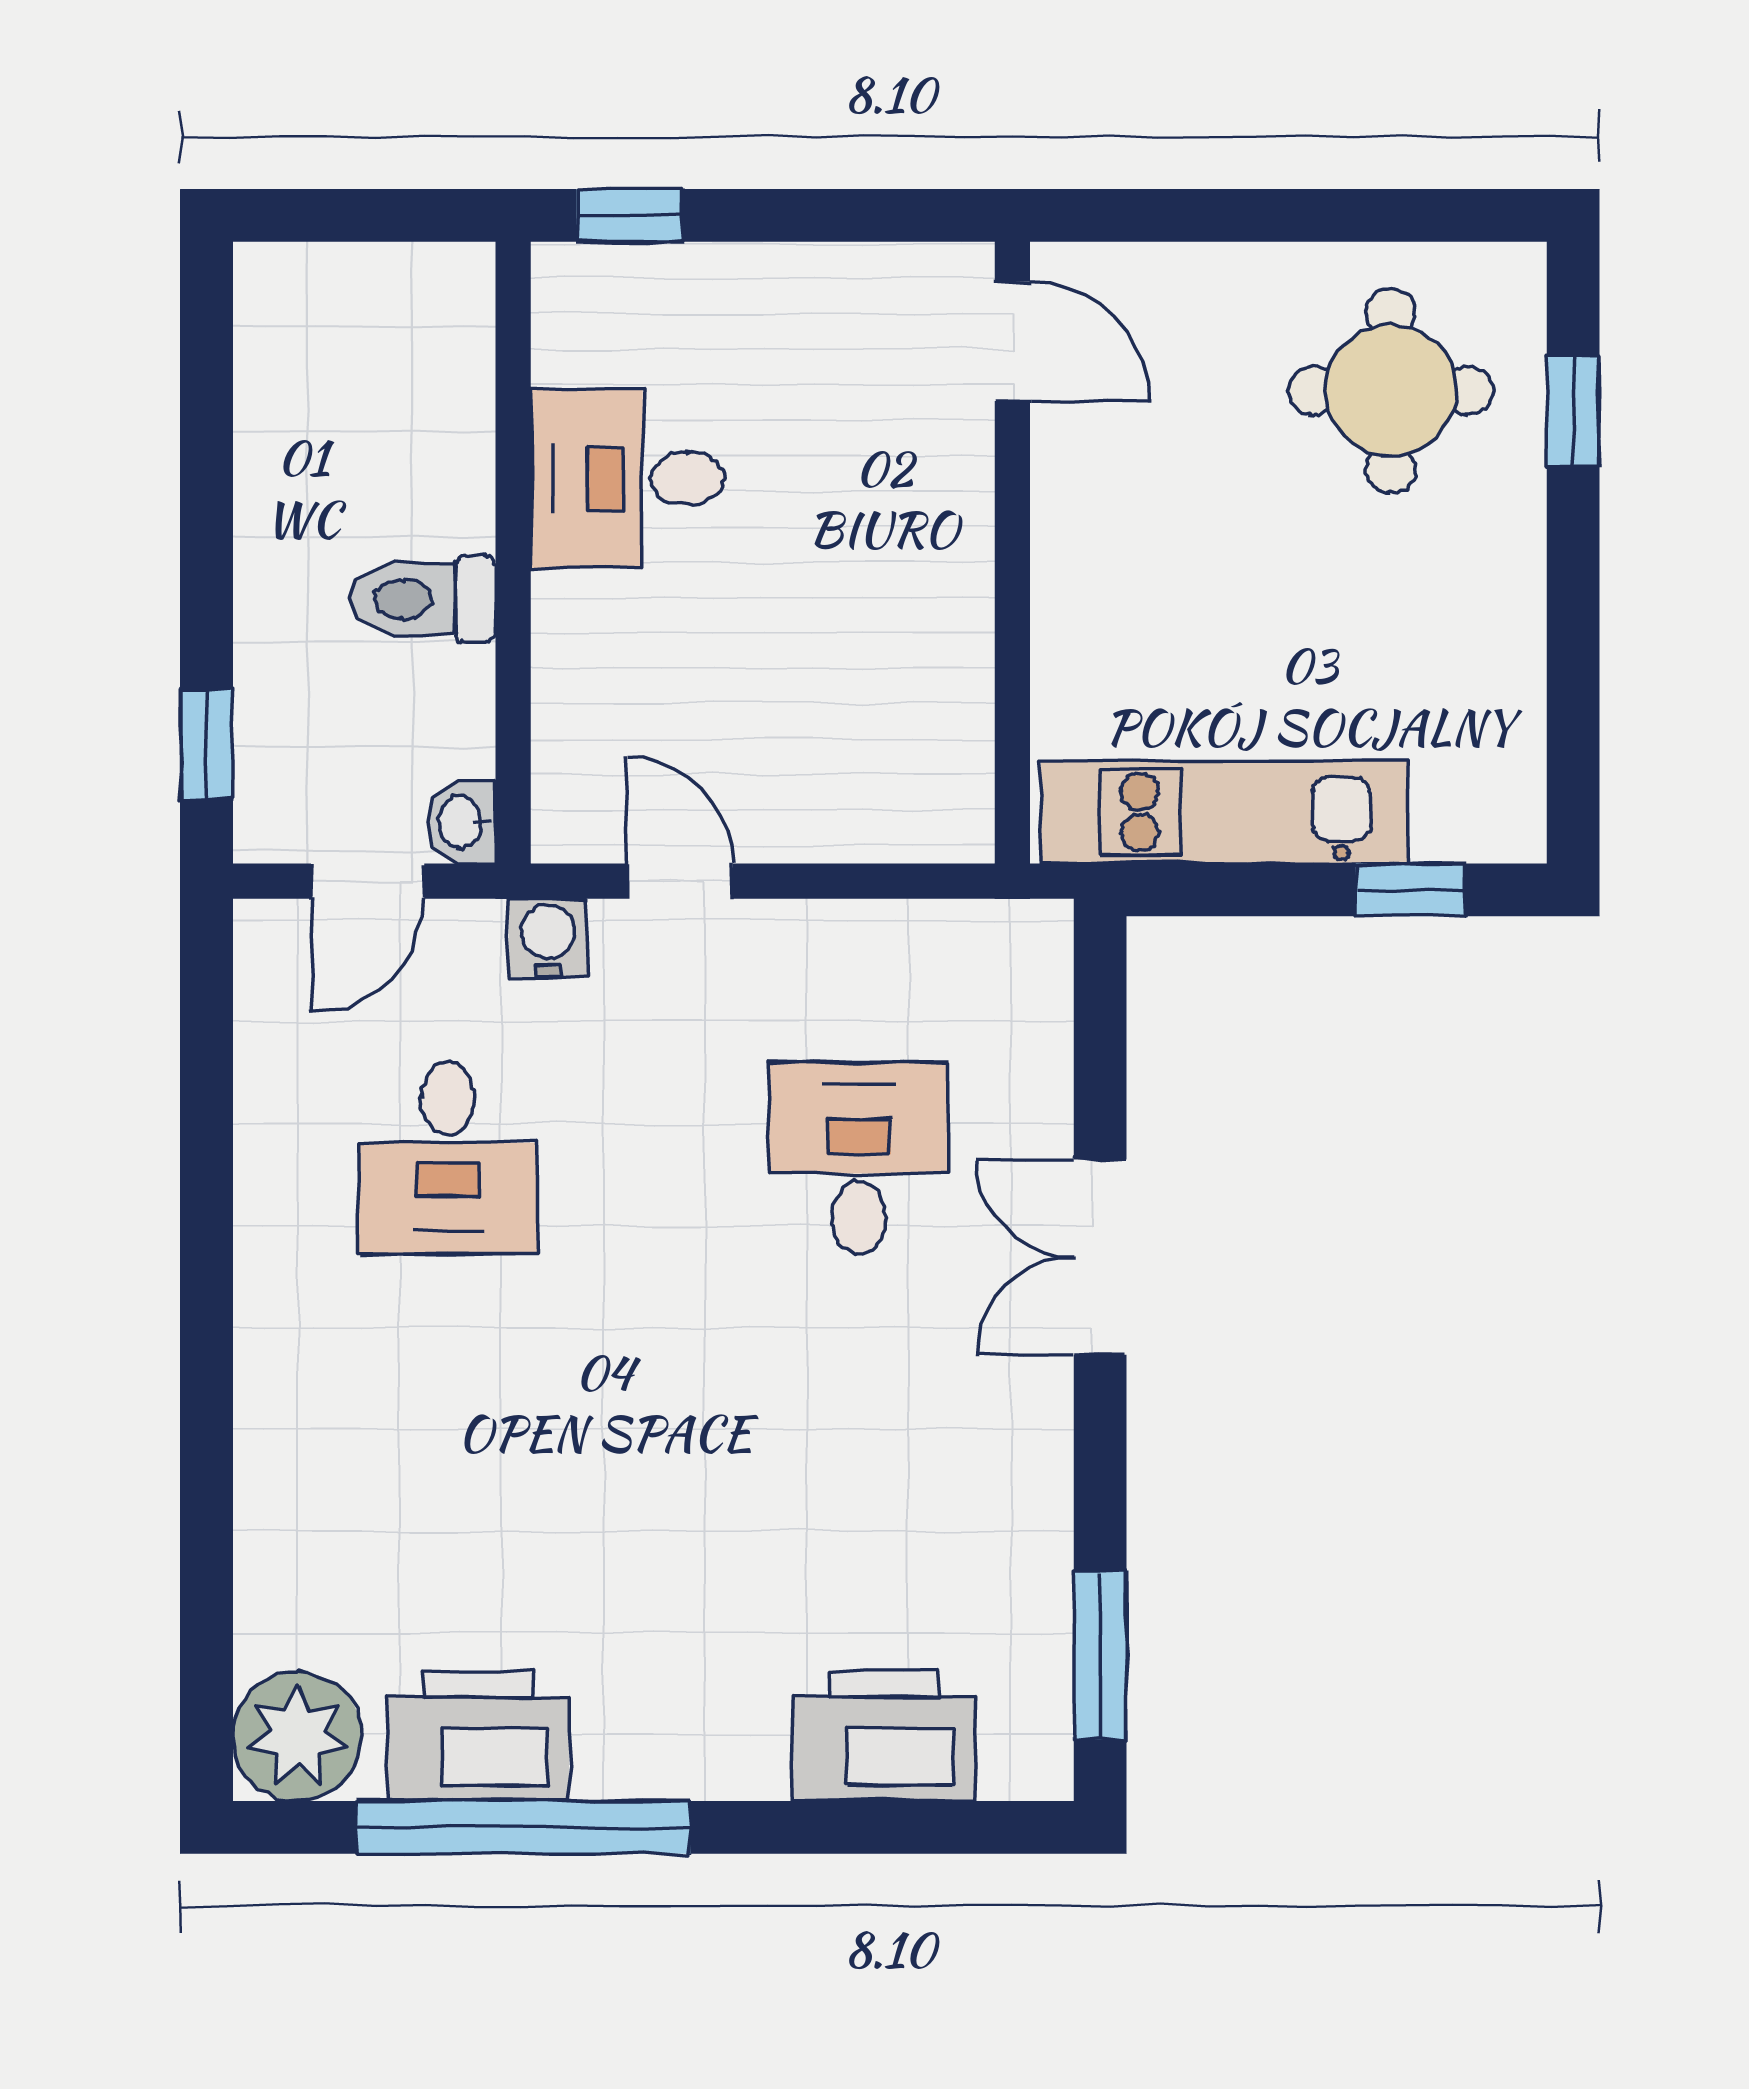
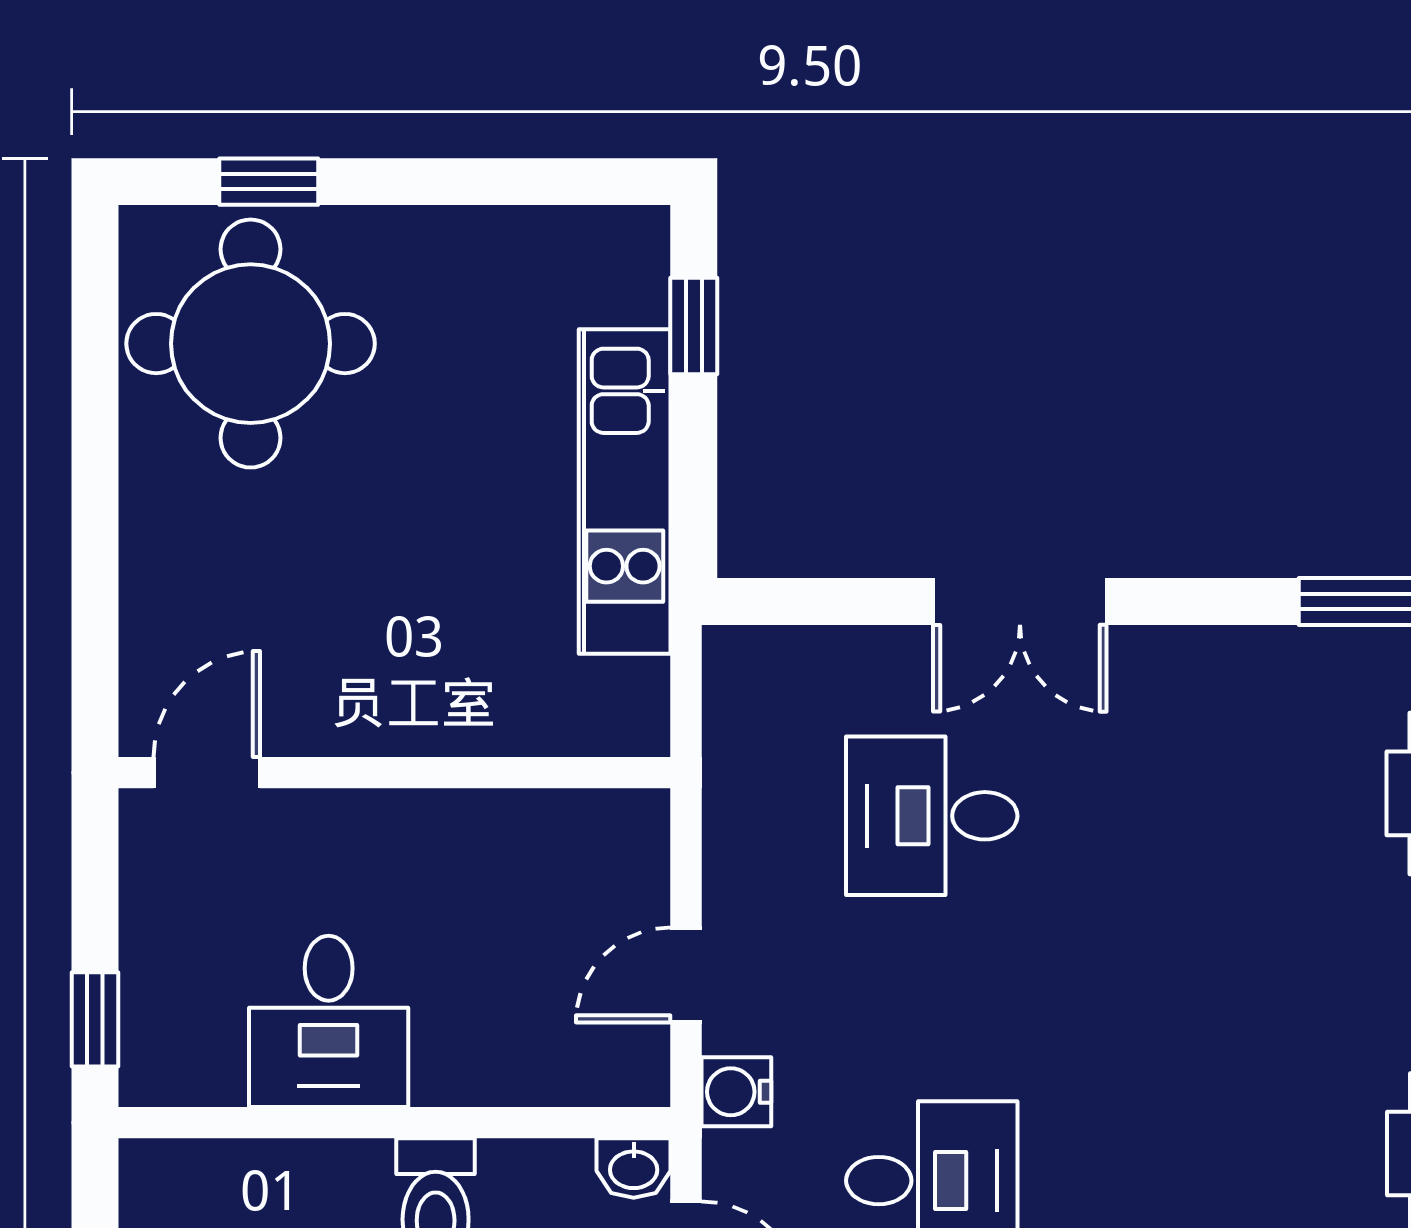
door: (1012, 341) -> (207, 773), moved
round table: (1391, 391) -> (251, 344), width x1.36, depth x1.36
wall: (1012, 553) -> (394, 773), moved

